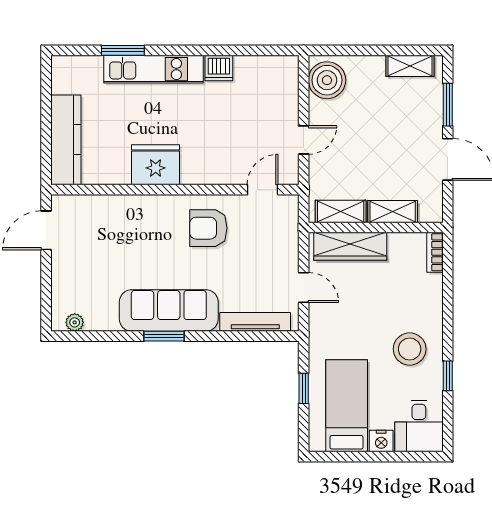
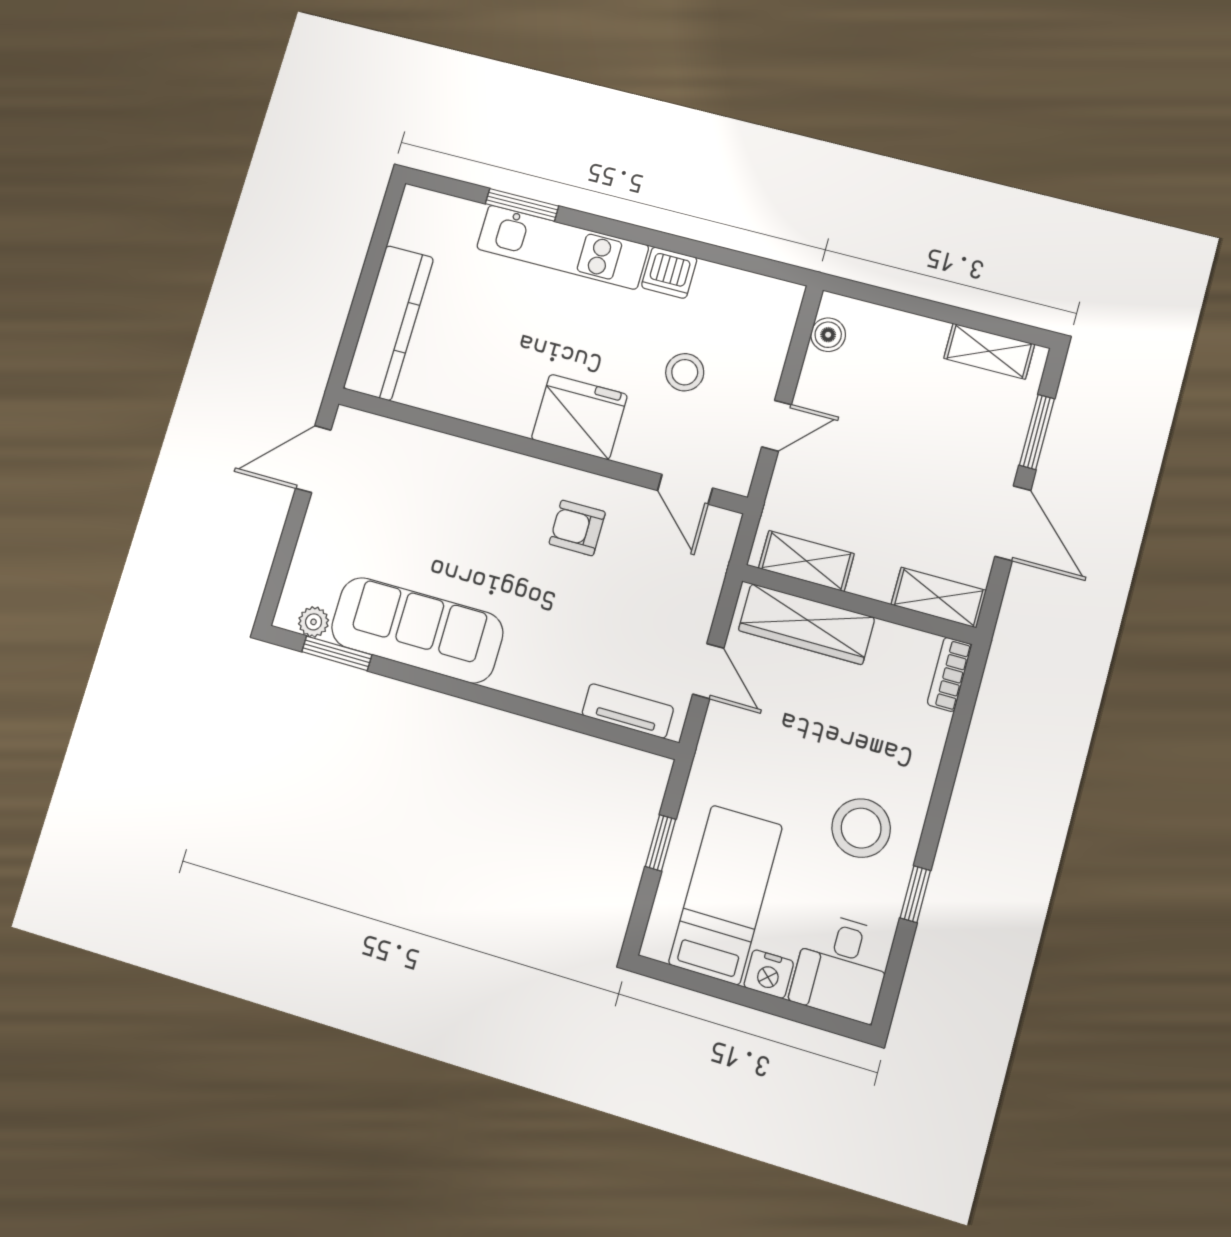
boiler: (327, 80) -> (828, 335), width x0.54, depth x0.54
stool: (244, 123) -> (685, 372), added
fridge: (156, 165) -> (579, 417), moved
door: (263, 190) -> (685, 489), swing flipped
shelving: (393, 212) -> (939, 597), moved
armchair: (208, 228) -> (577, 528), width x0.72, depth x0.72
sofa: (169, 310) -> (417, 630), moved
tv unit: (255, 322) -> (628, 711), width x0.71
window: (164, 336) -> (337, 653), moved

